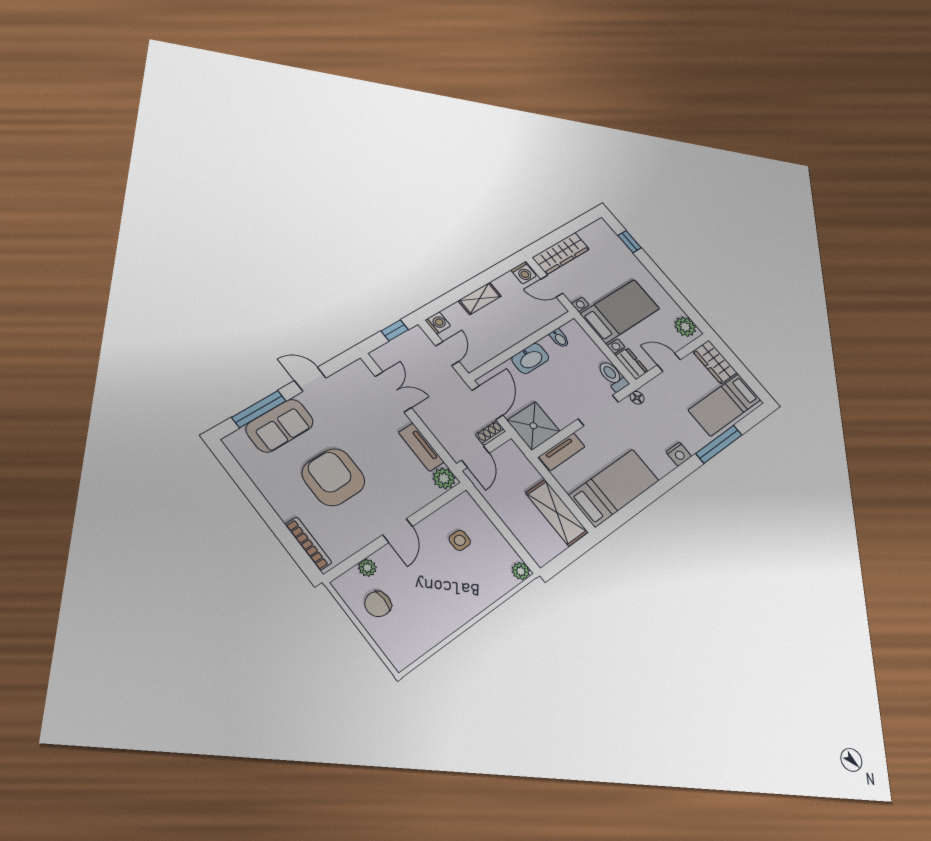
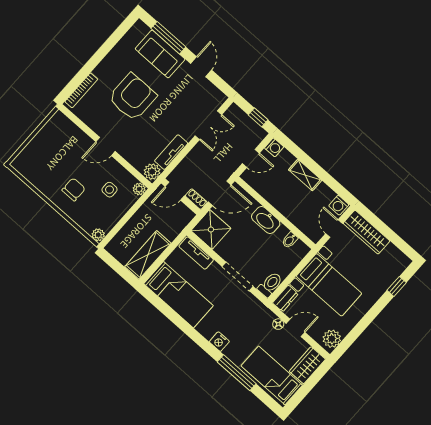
door: (669, 362) -> (296, 328), hinge flipped
floor lamp: (637, 398) -> (278, 324), moved
plant: (367, 568) -> (139, 189), moved
chair: (378, 604) -> (74, 189), moved, turned 90

